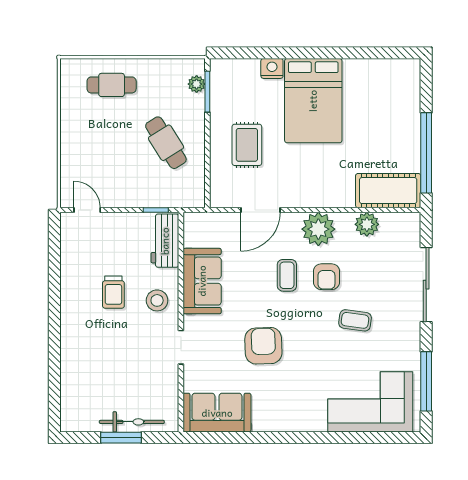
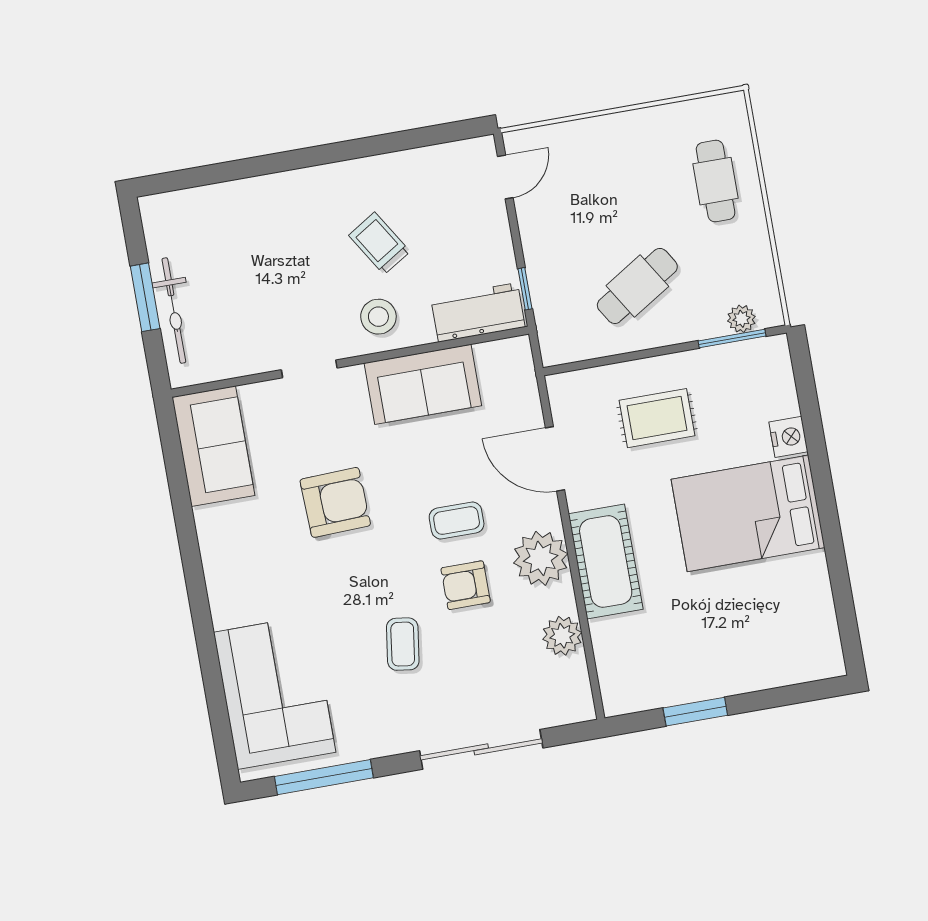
window: (426, 153) -> (695, 712), width x0.47
cot: (388, 191) -> (606, 561), moved
trolley: (113, 292) -> (379, 243), turned 58

